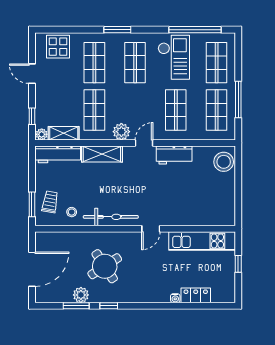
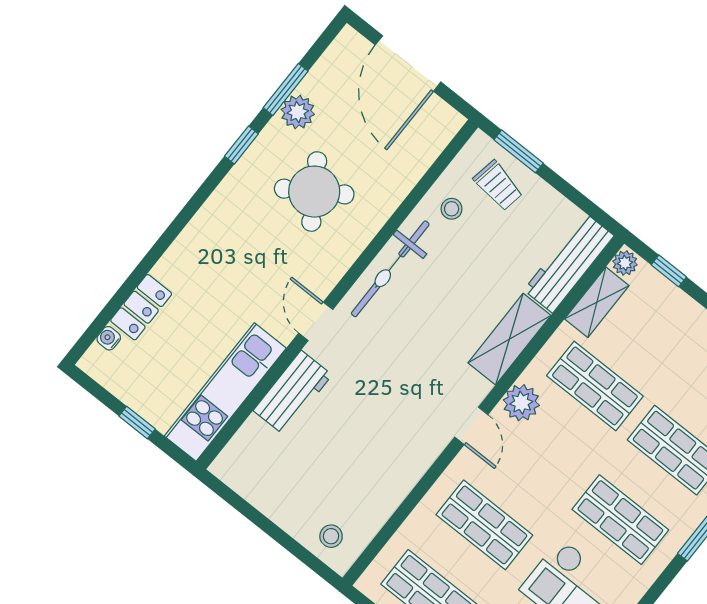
workbench: (174, 155) -> (293, 393), moved, turned 180
stool: (224, 162) -> (331, 536), width x0.53, depth x0.53
water cooler: (175, 298) -> (109, 338), moved

